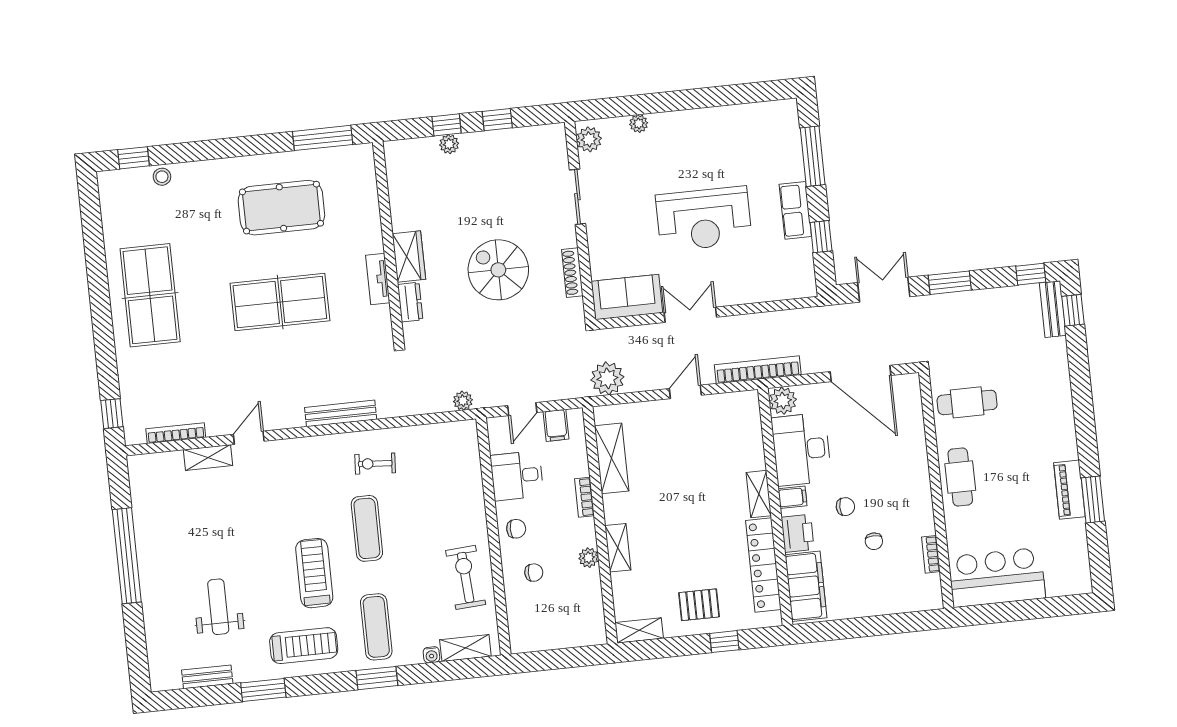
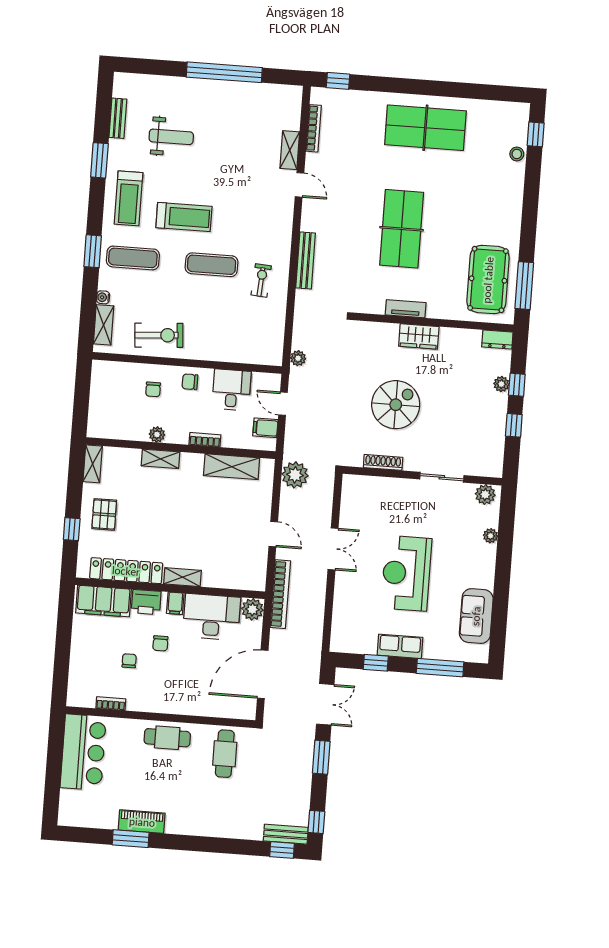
pool table: (281, 208) -> (488, 280), moved
sofa: (627, 297) -> (476, 616), moved, turned 180
dresser: (410, 302) -> (497, 340), moved
chair: (516, 529) -> (190, 382), turned 90
chair: (874, 541) -> (129, 661), turned 90

